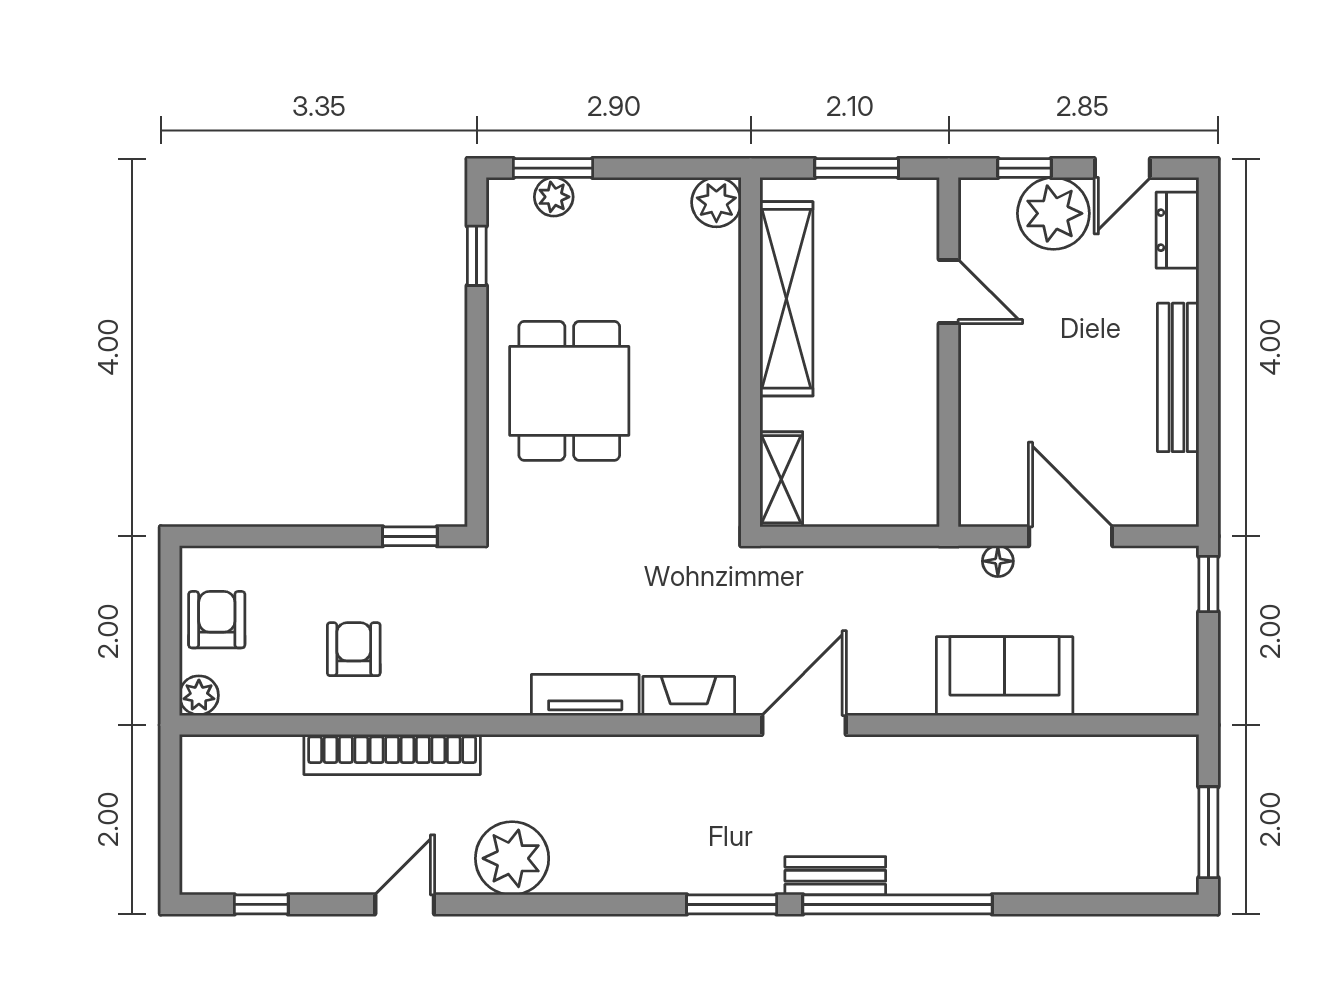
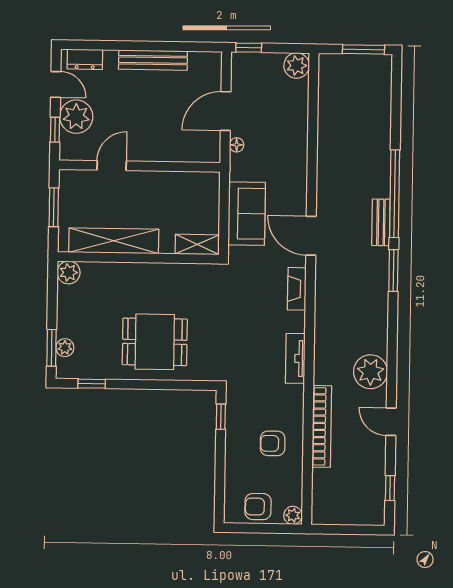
sofa: (1005, 676) -> (247, 214), moved, turned 180
plant: (1171, 688) -> (297, 66), added
tv unit: (585, 695) -> (295, 358), moved

